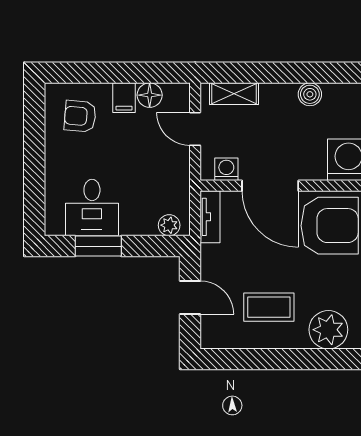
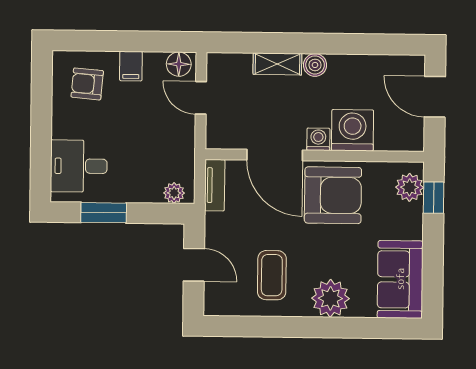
shelving: (234, 94) -> (277, 64), moved
floor lamp: (150, 95) -> (179, 64), moved
washing machine: (226, 169) -> (318, 139), moved
desk: (92, 208) -> (79, 166), moved, turned 90
coffee table: (269, 307) -> (272, 275), turned 90

